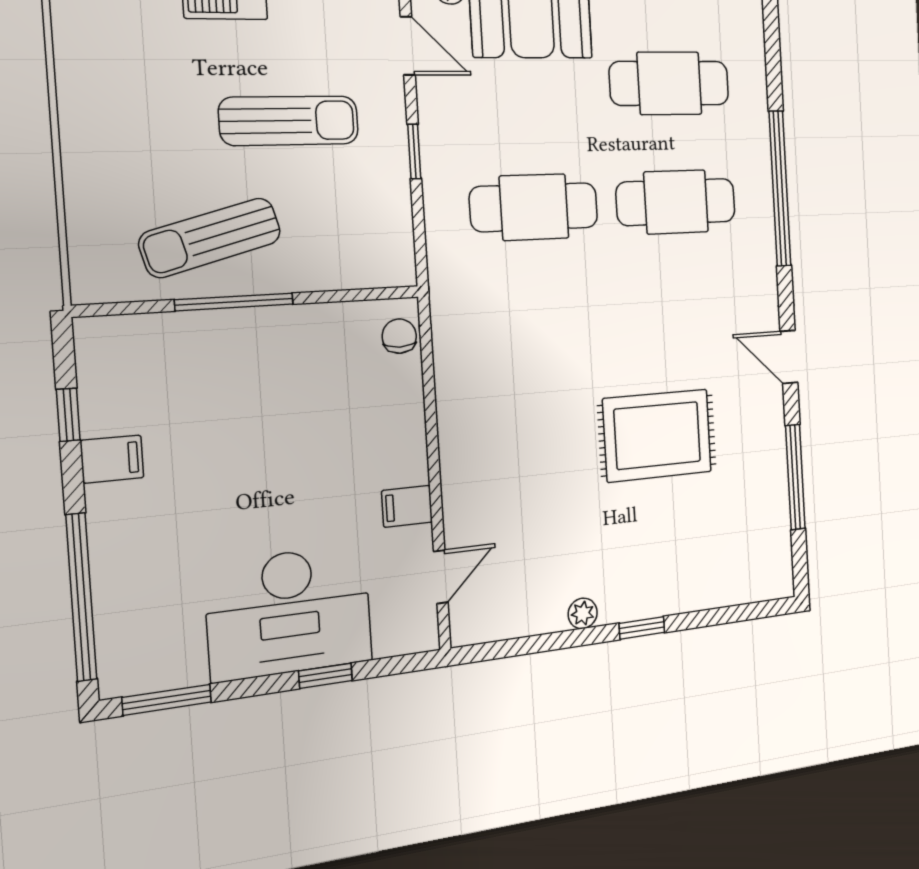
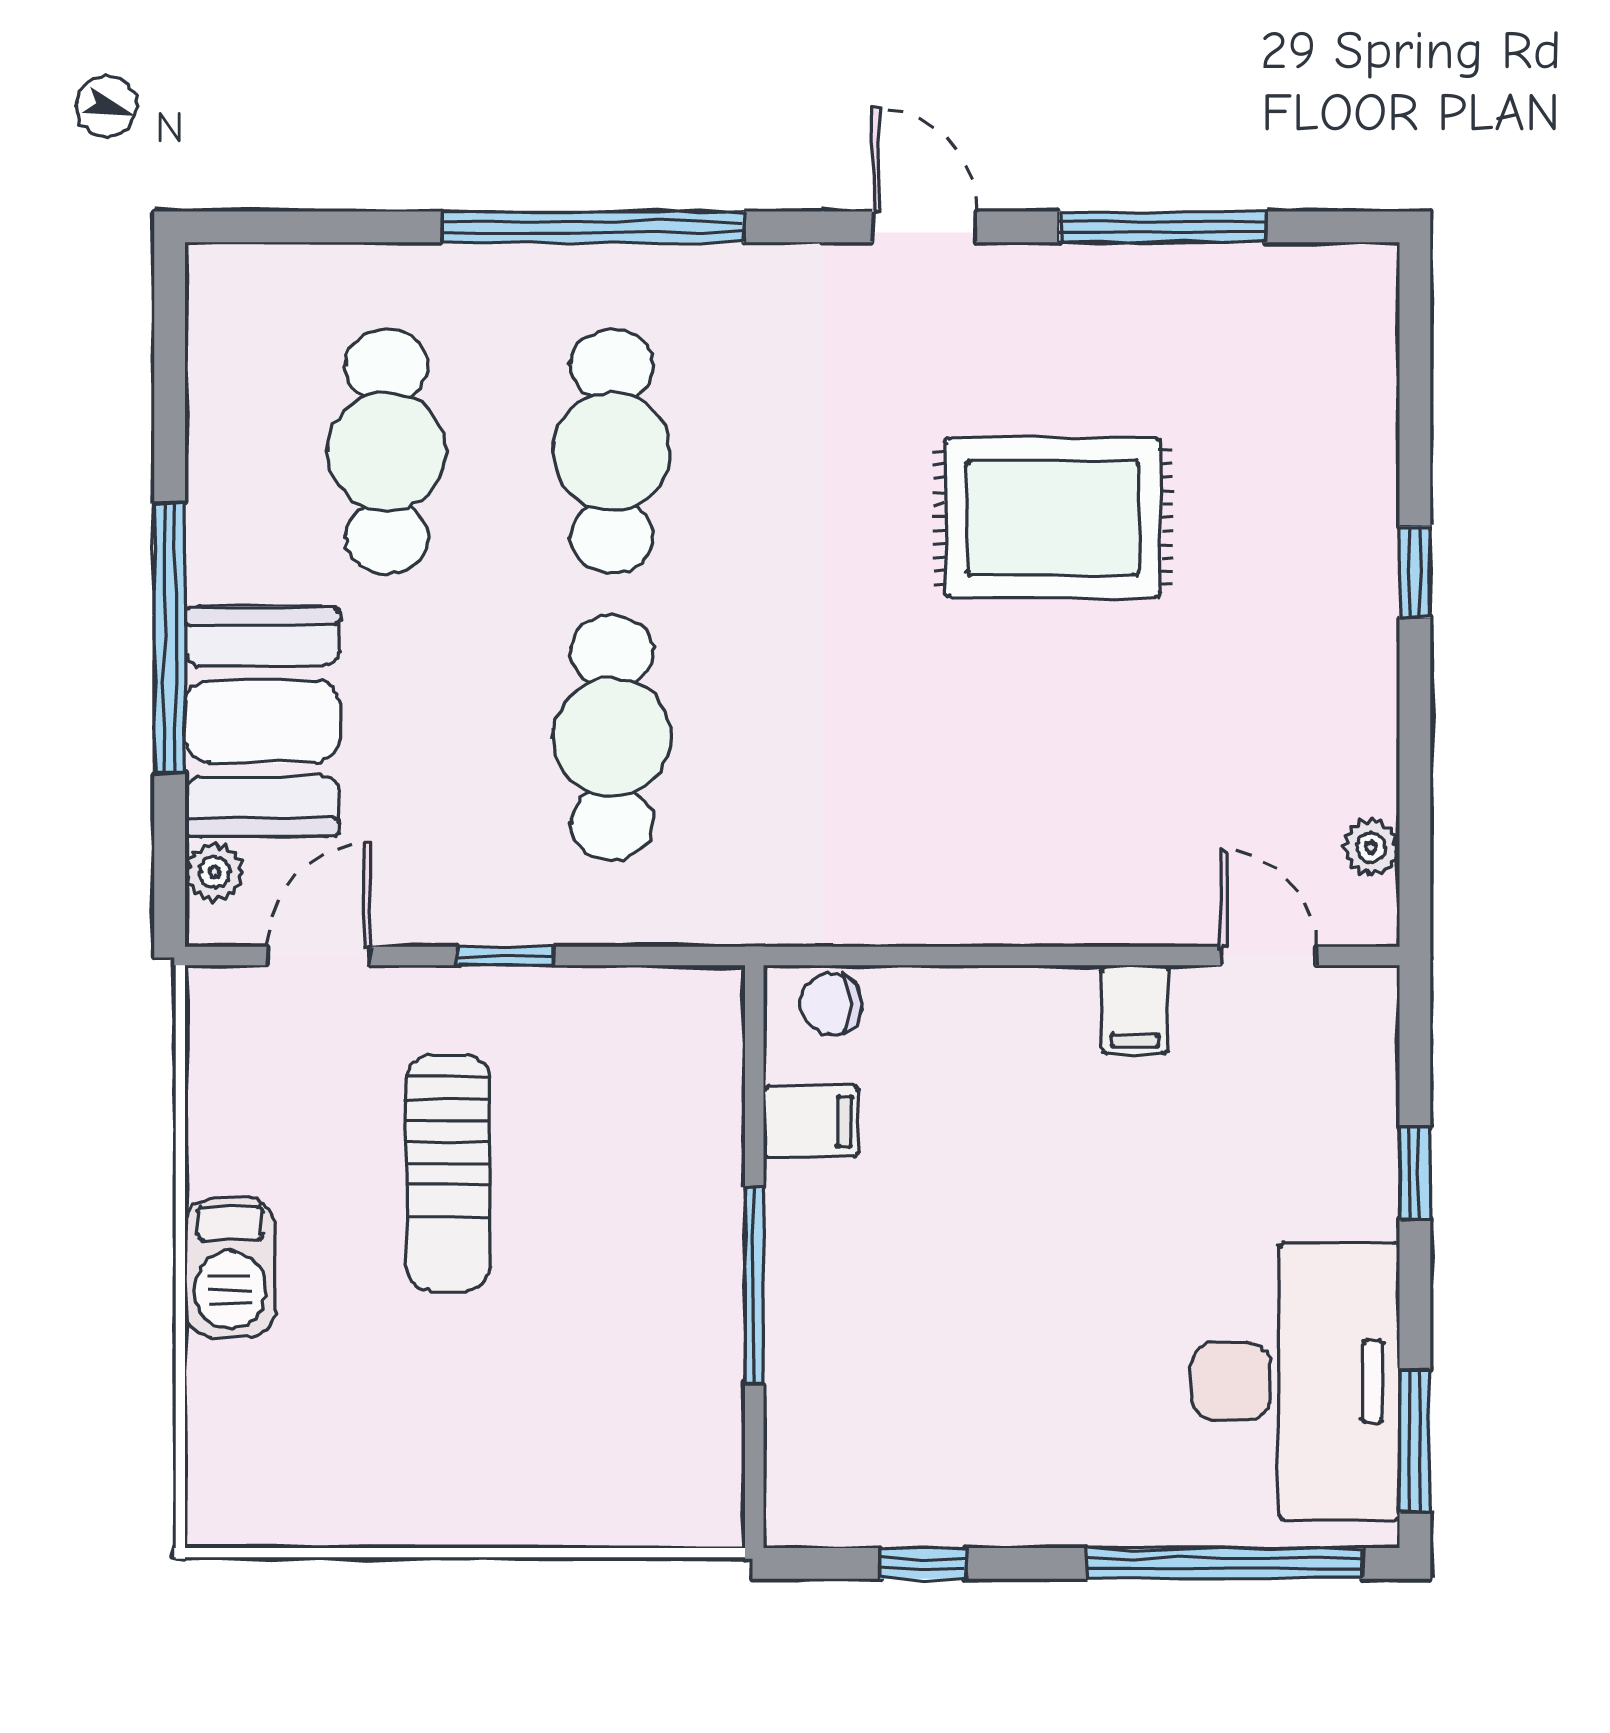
sun lounger: (289, 121) -> (448, 1173), turned 180
sun lounger: (210, 238) -> (643, 1318), removed
door: (789, 357) -> (924, 227), swing flipped
rug: (657, 435) -> (1053, 518), turned 90
filing cabinet: (112, 459) -> (811, 1122), moved, turned 90
desk: (289, 612) -> (1296, 1381), moved
plant: (583, 613) -> (1371, 847), moved

